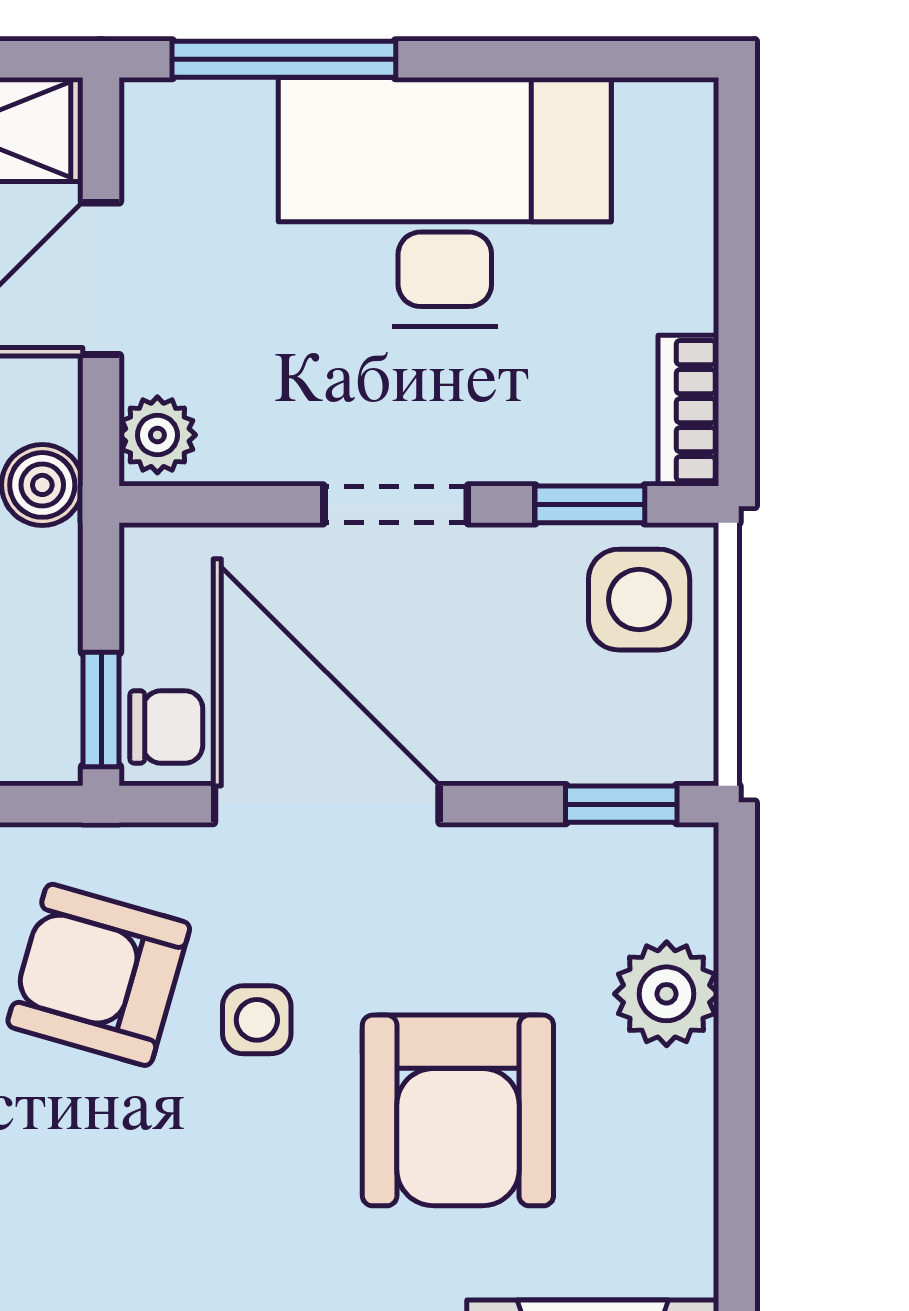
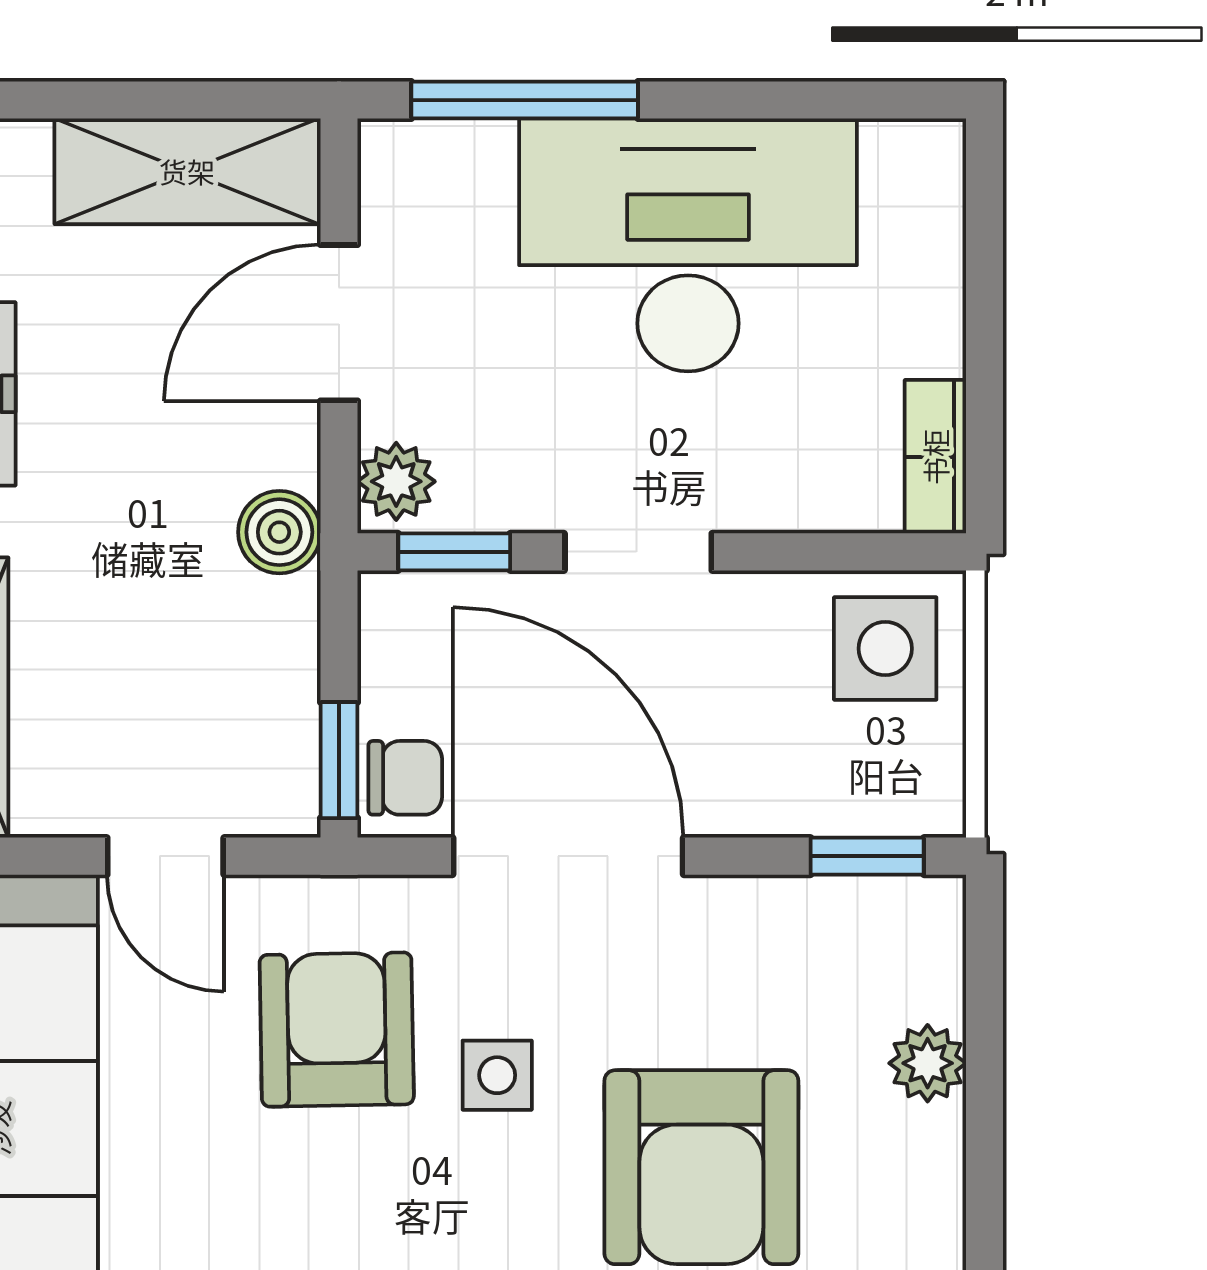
window: (590, 504) -> (454, 552), moved
armchair: (99, 975) -> (337, 1030), turned 73
plant: (667, 994) -> (928, 1063), width x0.73, depth x0.73

